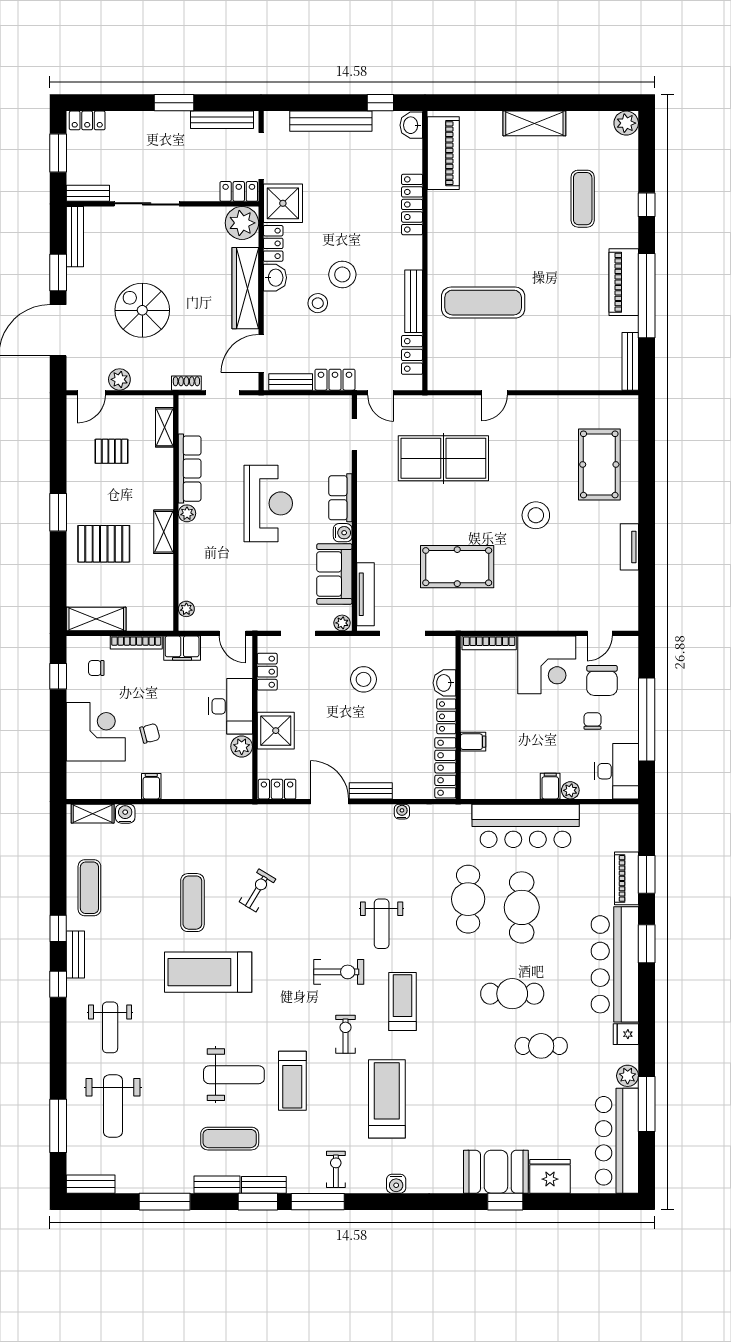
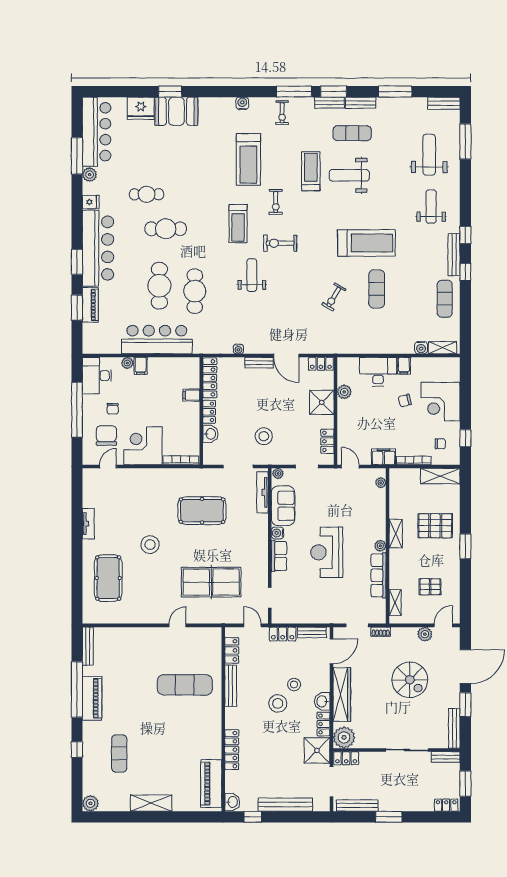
desk: (230, 706) -> (378, 372), moved, turned 90
bench: (75, 954) -> (454, 255), width x1.36

